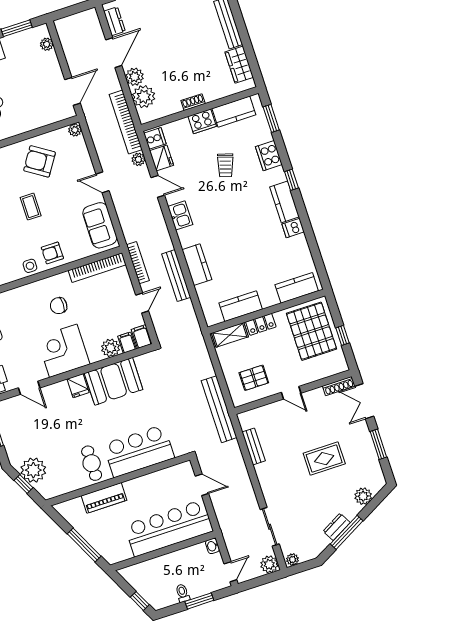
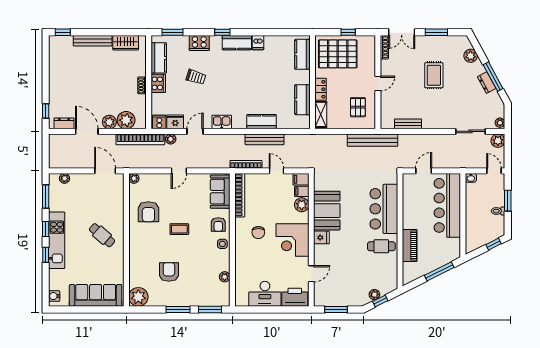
armchair: (40, 161) -> (148, 212), turned -33
sofa: (100, 225) -> (220, 192), moved, turned 90
plant: (33, 470) -> (374, 295), width x0.53, depth x0.53

